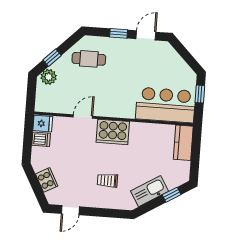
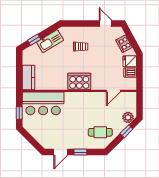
door: (83, 117) -> (113, 91), moved
fridge: (43, 124) -> (130, 61), moved
door: (70, 210) -> (105, 23), hinge flipped

